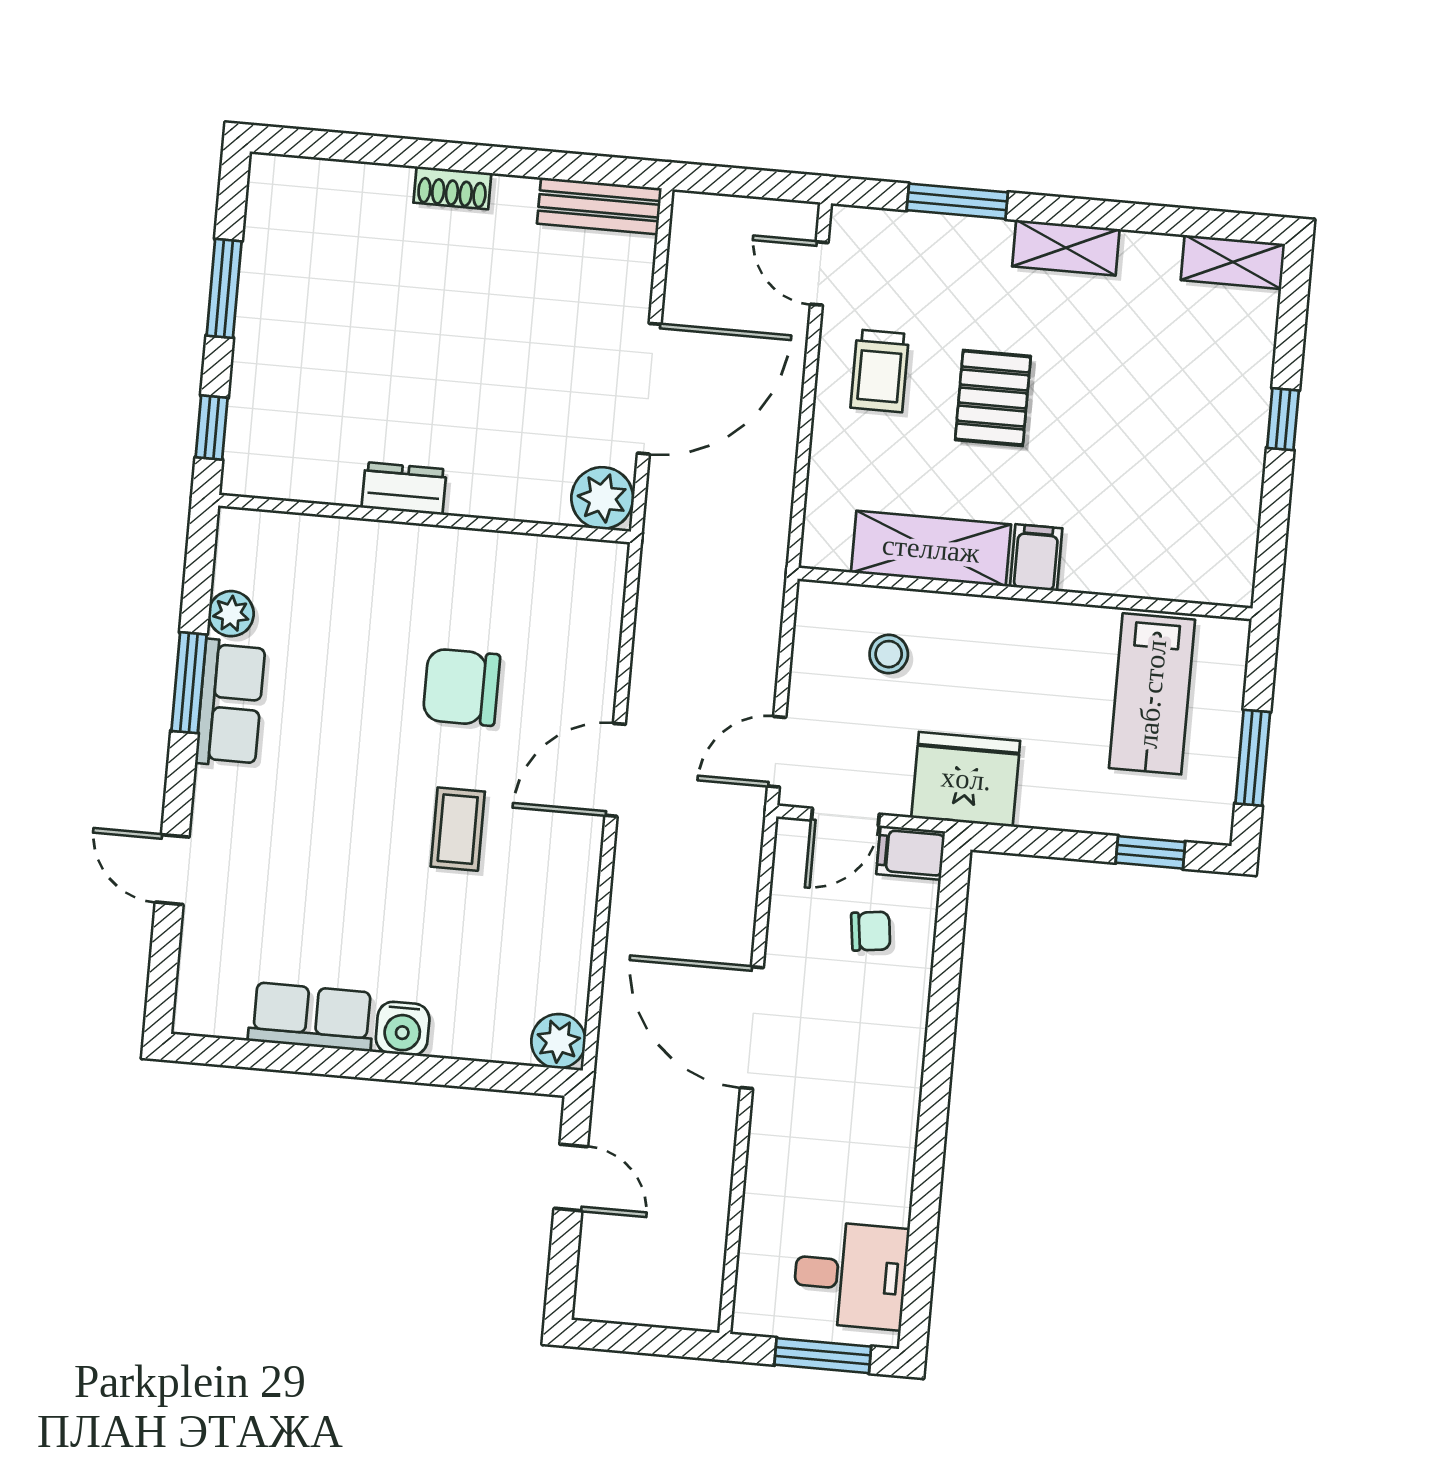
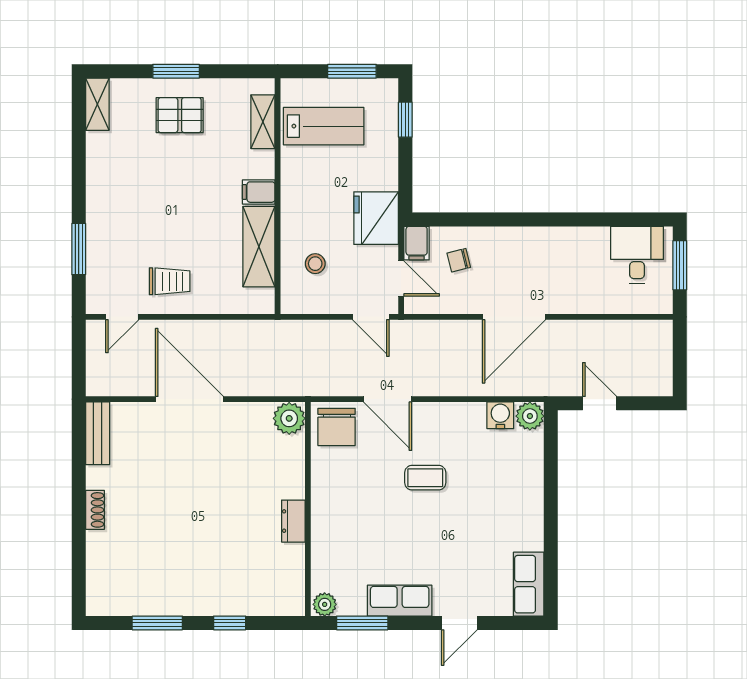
shelving: (1066, 248) -> (263, 122), moved
pallet: (993, 398) -> (180, 115), moved
window: (1283, 419) -> (176, 71), width x1.50
dresser: (404, 488) -> (293, 521), moved
plant: (602, 498) -> (289, 418), moved
wall: (425, 519) -> (308, 509), moved
chair: (461, 687) -> (337, 427), moved
row of seats: (230, 703) -> (400, 601), moved
chair: (871, 931) -> (459, 260), turned -97
row of seats: (311, 1017) -> (529, 584), moved
water cooler: (403, 1029) -> (500, 415), moved, turned -90
door: (571, 1178) -> (600, 403), hinge flipped

